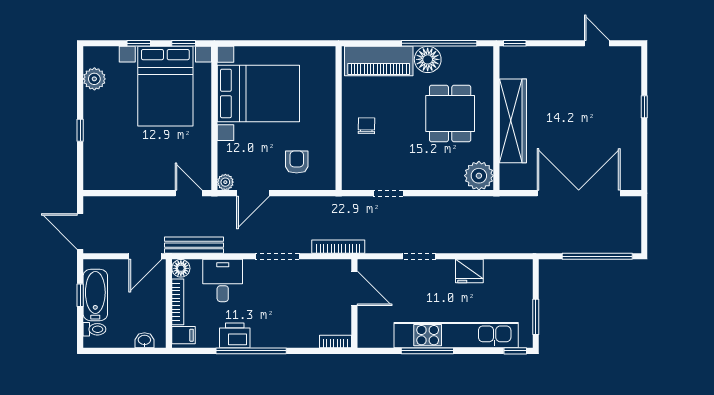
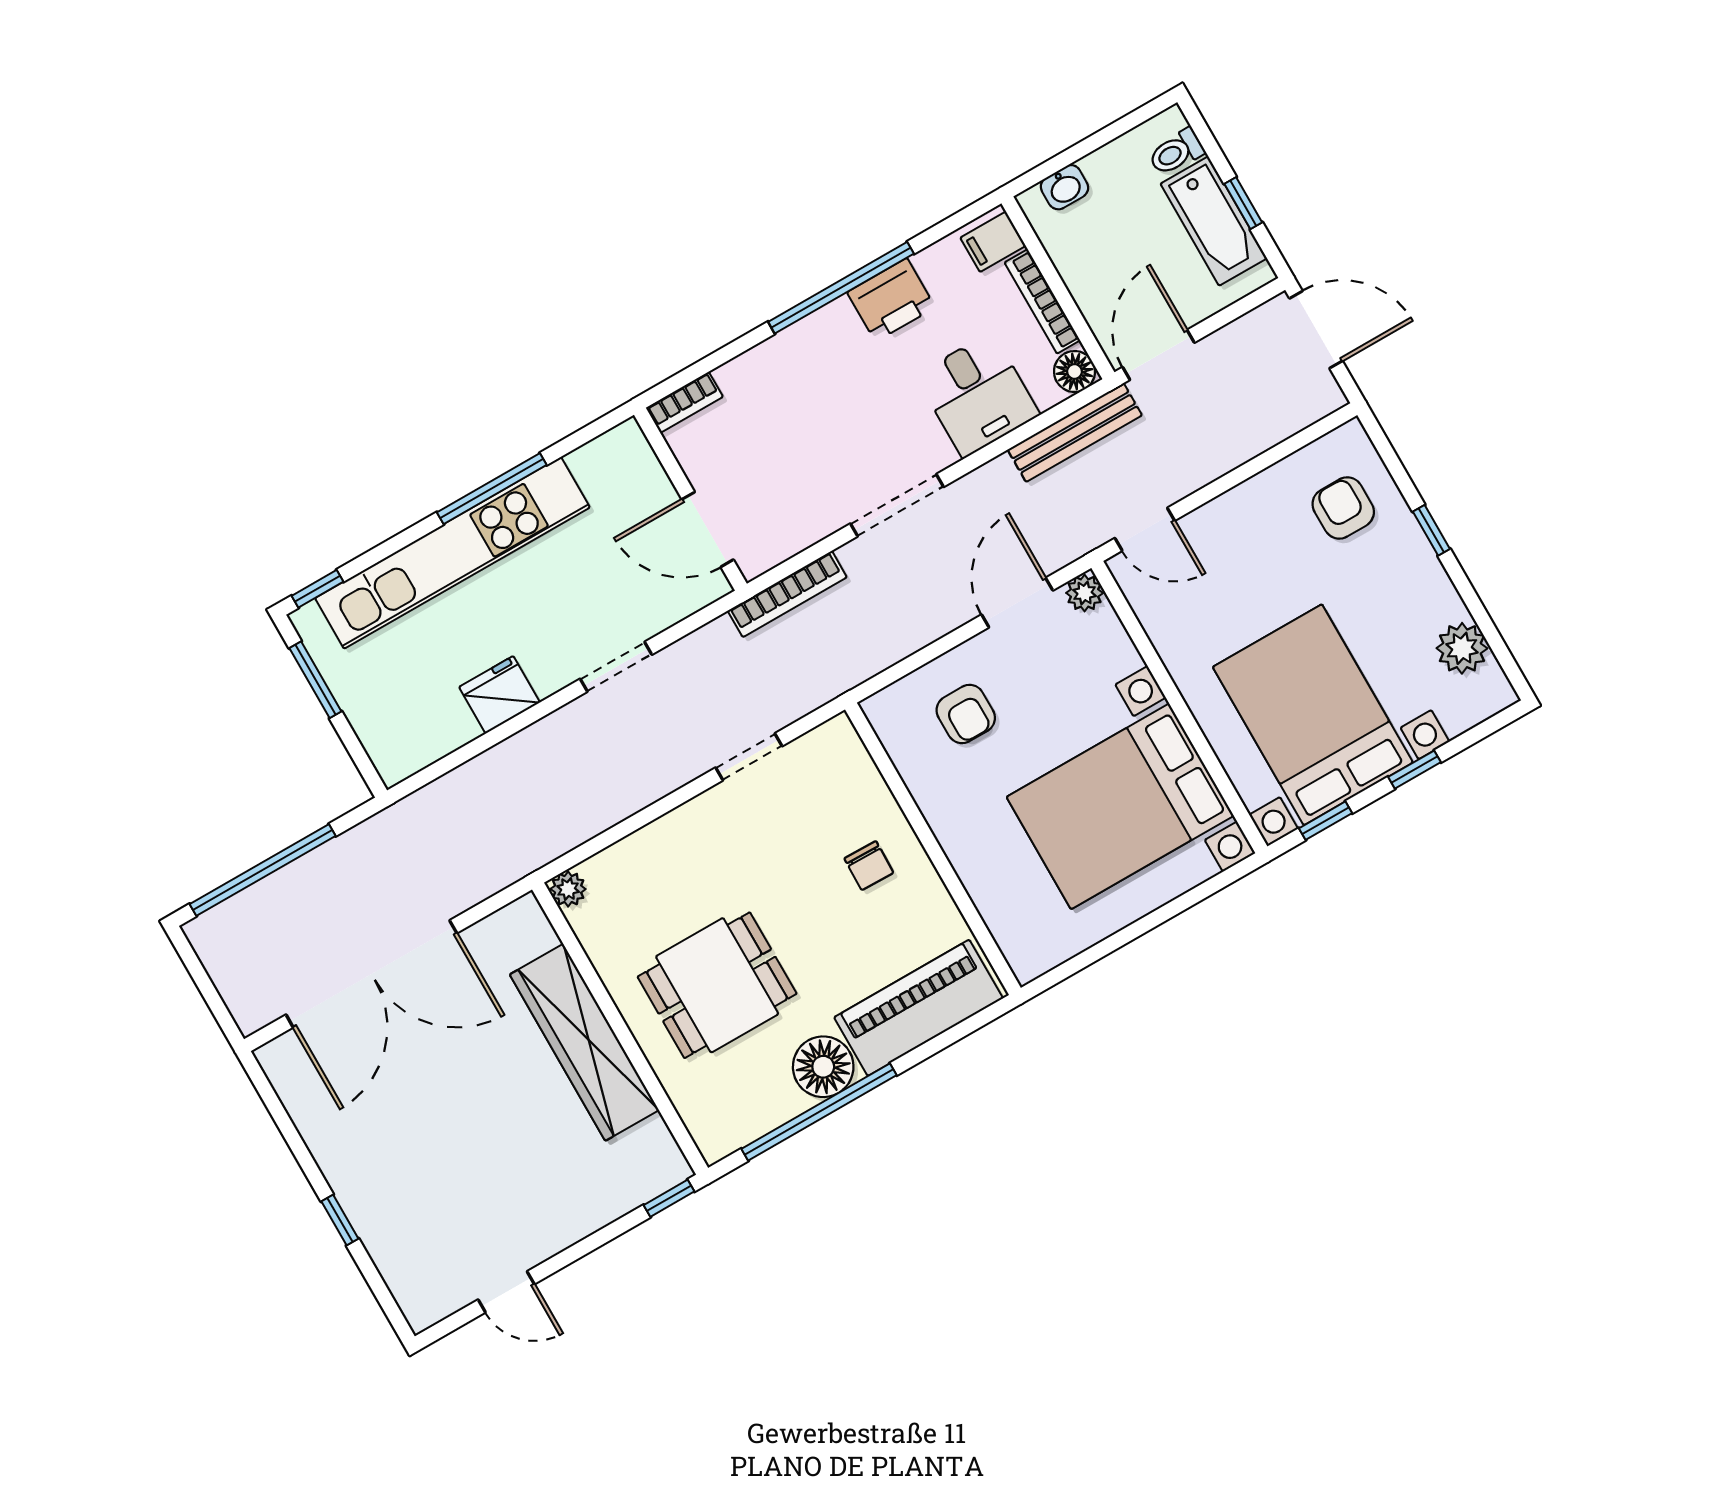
dining table: (450, 114) -> (717, 985), turned 90
armchair: (109, 158) -> (1343, 508), added
plant: (479, 176) -> (568, 889), width x0.53, depth x0.53

